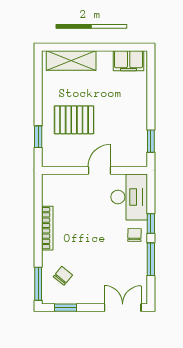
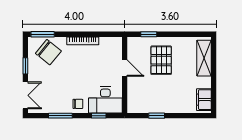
window: (151, 141) -> (157, 116), moved
door: (99, 170) -> (125, 68), moved
window: (151, 223) -> (99, 116), moved
chair: (63, 276) -> (48, 52), width x1.87, depth x1.87
window: (65, 308) -> (25, 66), moved

